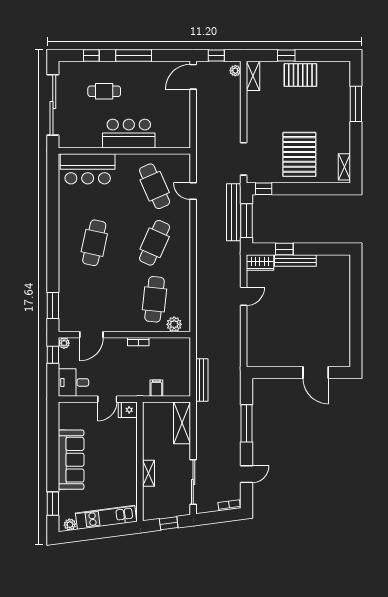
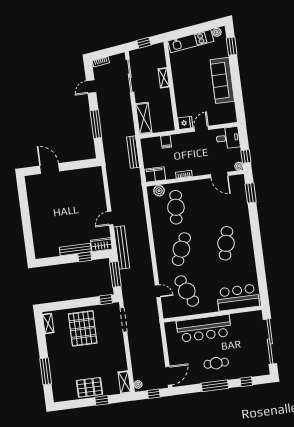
cafe table: (104, 91) -> (216, 363), moved
bar counter: (129, 134) -> (204, 328), width x1.36
bench: (234, 212) -> (122, 247), moved
door: (91, 335) -> (219, 175), swing flipped
filing cabinet: (177, 346) -> (155, 175), added

